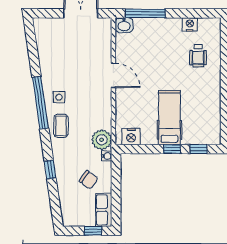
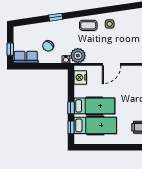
door: (113, 75) -> (112, 64), moved
window: (40, 103) -> (105, 10), removed
hospital bed: (196, 116) -> (95, 125), added

